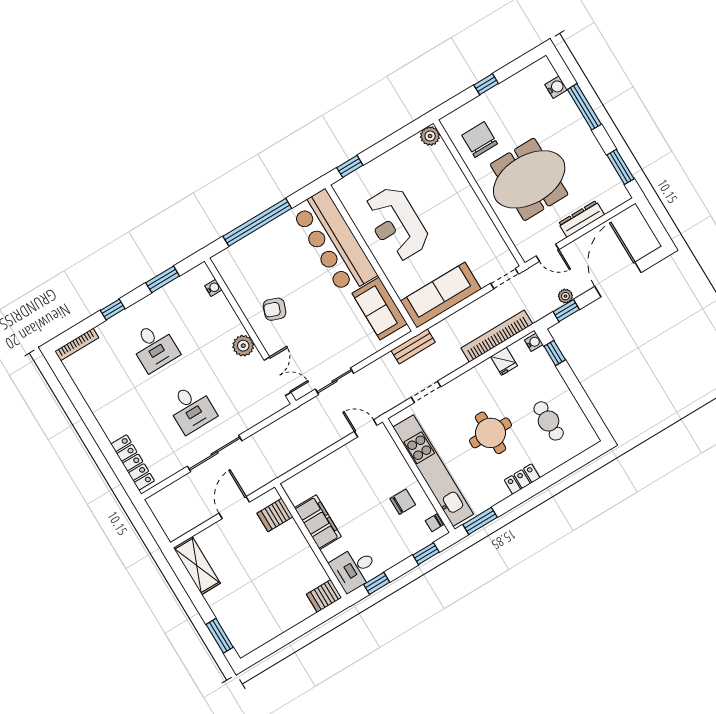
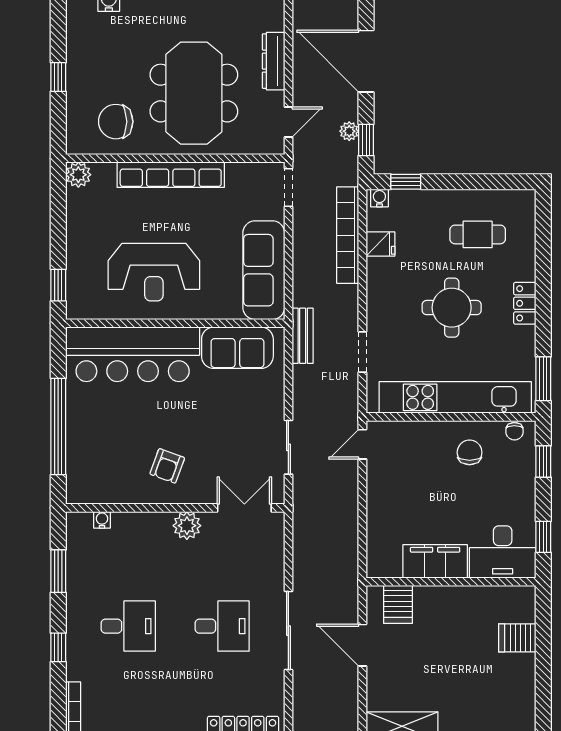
row of seats: (467, 196) -> (171, 175), added
desk: (354, 569) -> (503, 552), width x1.37
server rack: (324, 596) -> (517, 638), moved, turned 90

